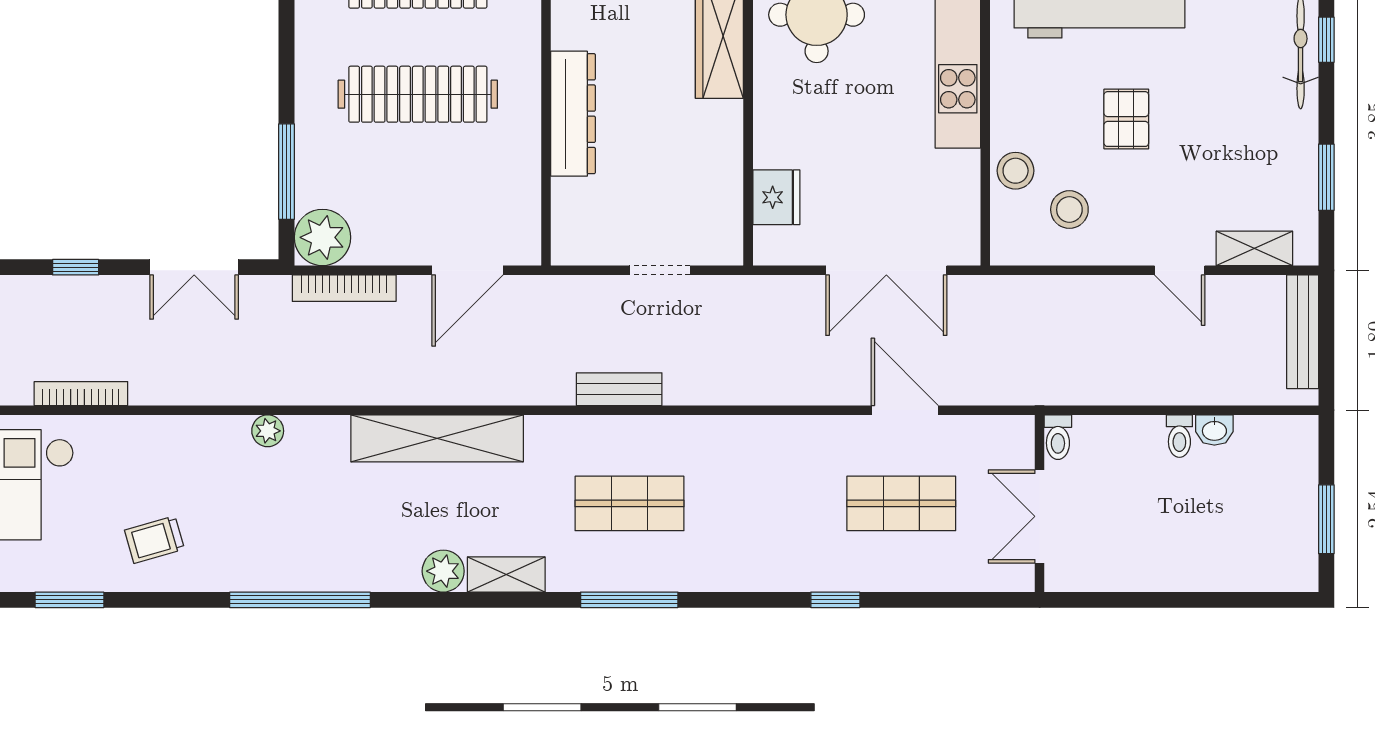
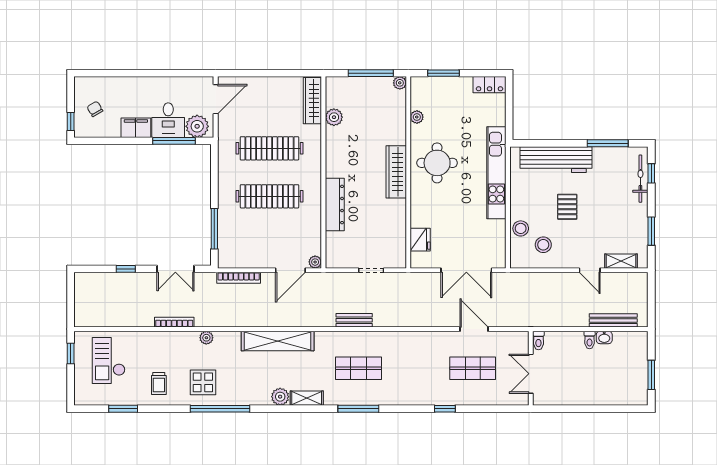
plant: (322, 237) -> (315, 262), moved, width x0.53, depth x0.53
bench: (1303, 332) -> (613, 320), moved, turned 90
bookcase: (81, 394) -> (174, 322), moved
display table: (259, 537) -> (203, 382), added
trolley: (154, 540) -> (159, 383), turned -74

